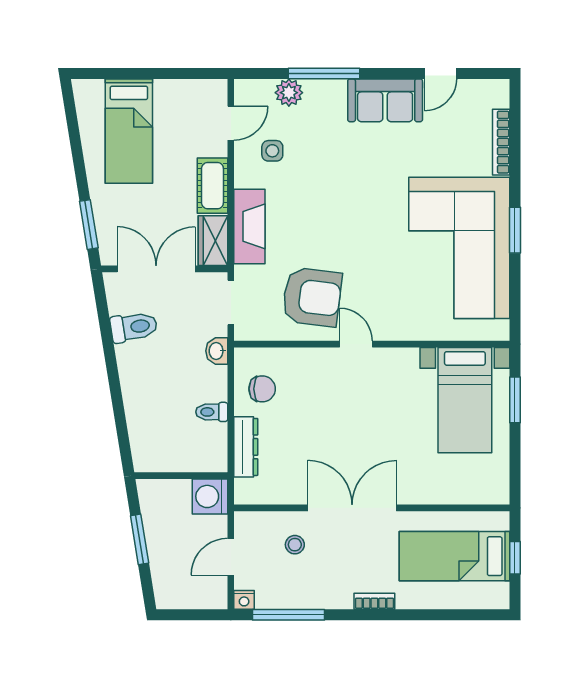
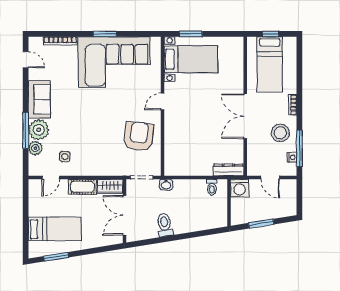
door: (441, 73) -> (26, 60), moved
plant: (325, 99) -> (39, 130), added
door: (231, 123) -> (51, 178), swing flipped
window: (89, 225) -> (56, 257), moved
fireplace: (249, 226) -> (103, 168), removed
toilet: (134, 327) -> (165, 225), moved
door: (356, 344) -> (163, 101), moved
chair: (262, 389) -> (185, 162), removed
toilet: (212, 412) -> (212, 187), moved
dresser: (246, 447) -> (228, 170), moved
stool: (295, 545) -> (280, 133), moved, width x1.89, depth x1.89
nightstand: (244, 600) -> (292, 157), moved

